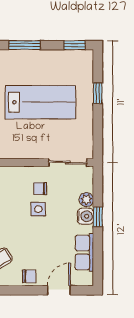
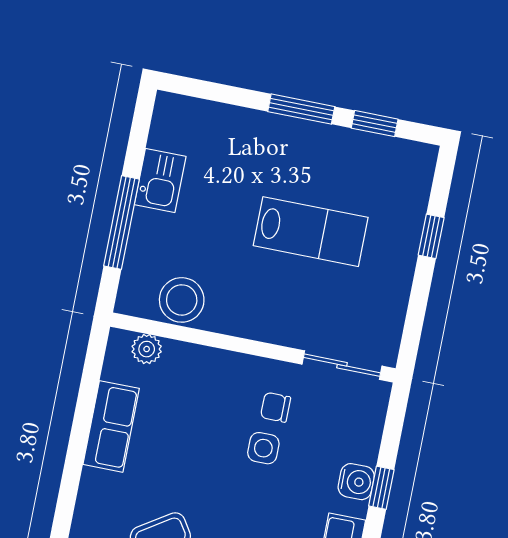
window: (75, 45) -> (375, 124), moved
lab bench: (40, 102) -> (311, 232), width x0.73, depth x0.72
plant: (86, 200) -> (365, 448), removed

